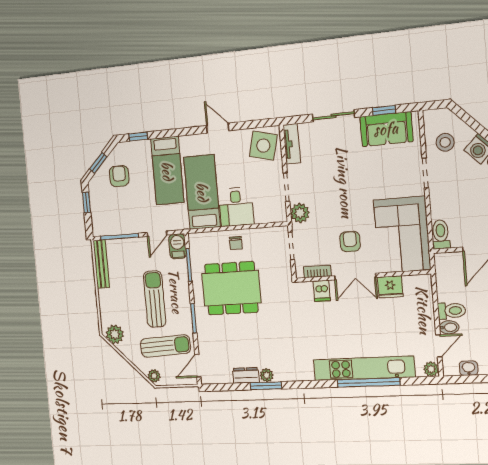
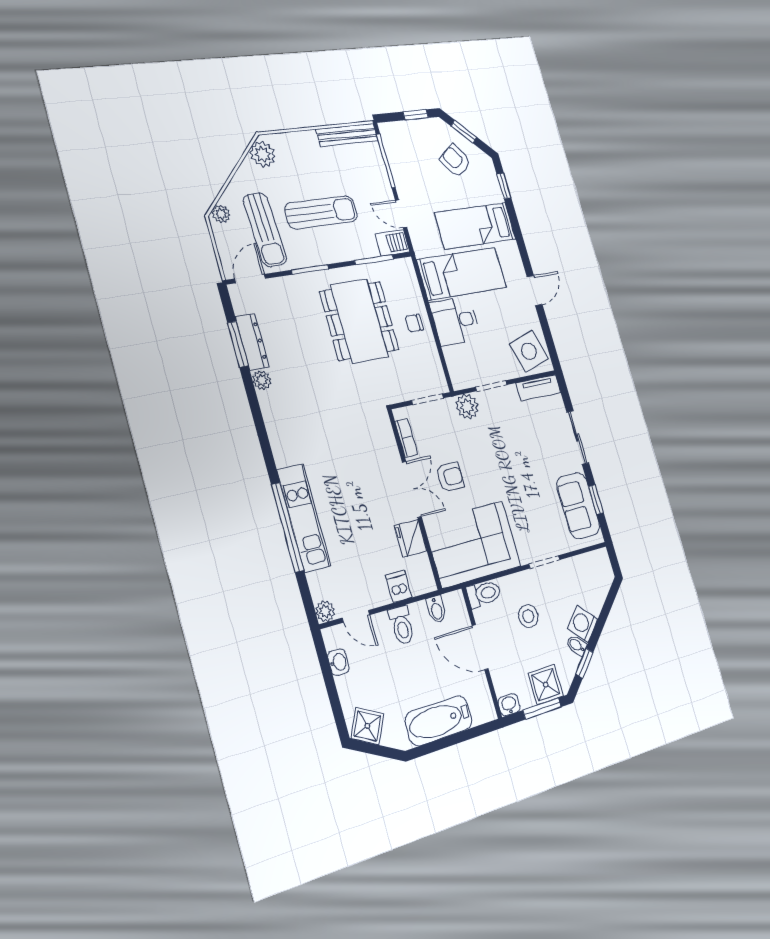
stool: (445, 142) -> (528, 616), moved
side table: (263, 146) -> (529, 351), turned -30
armchair: (119, 176) -> (455, 161), turned -127
double door: (355, 277) -> (412, 489), swing flipped
dishwasher: (322, 291) -> (399, 586), moved, turned 90
bidet: (449, 327) -> (436, 609), moved
door: (198, 366) -> (250, 279), hinge flipped
kitchen unit: (364, 368) -> (304, 518), width x0.73
dresser: (246, 375) -> (252, 342), width x1.44
window: (266, 386) -> (238, 344), moved

